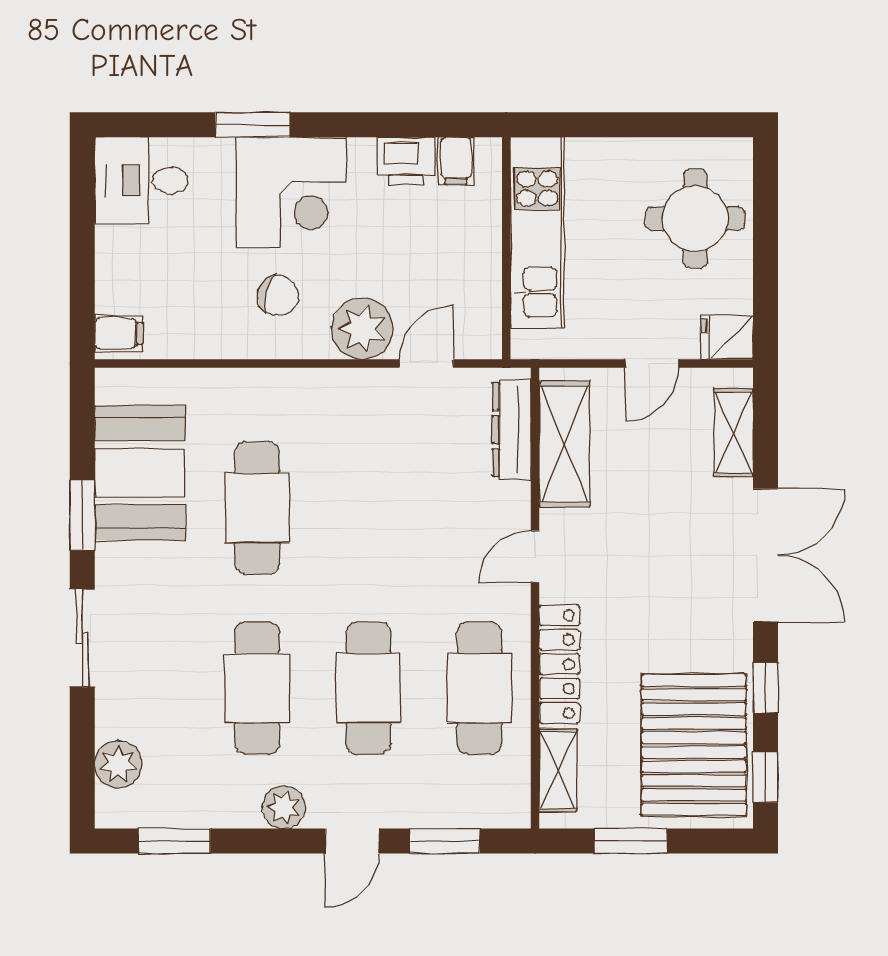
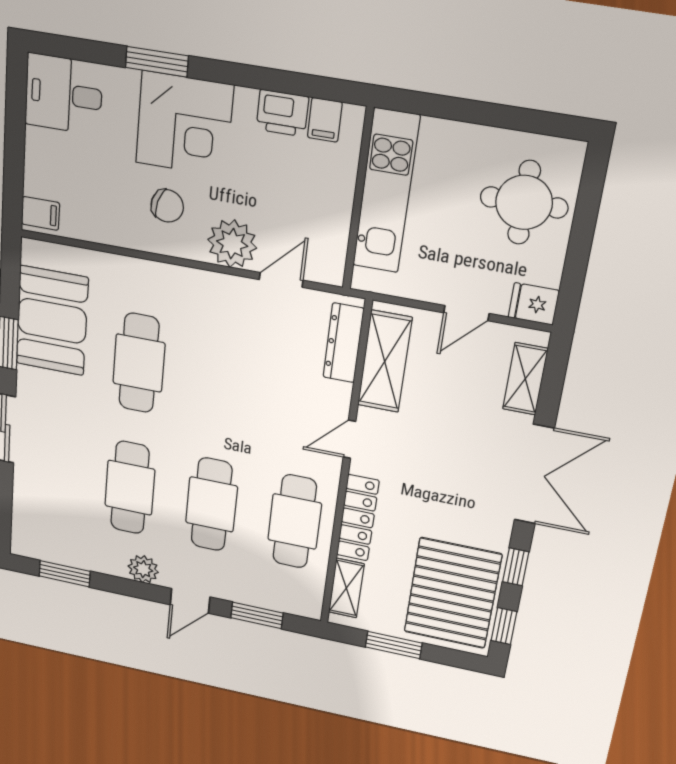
plant: (118, 764) -> (28, 517), removed

